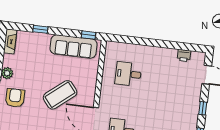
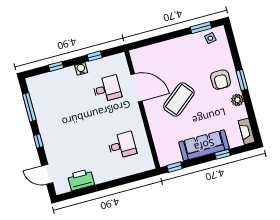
sofa: (74, 46) -> (204, 145), moved
printer: (184, 55) -> (81, 180), width x1.87, depth x1.48

